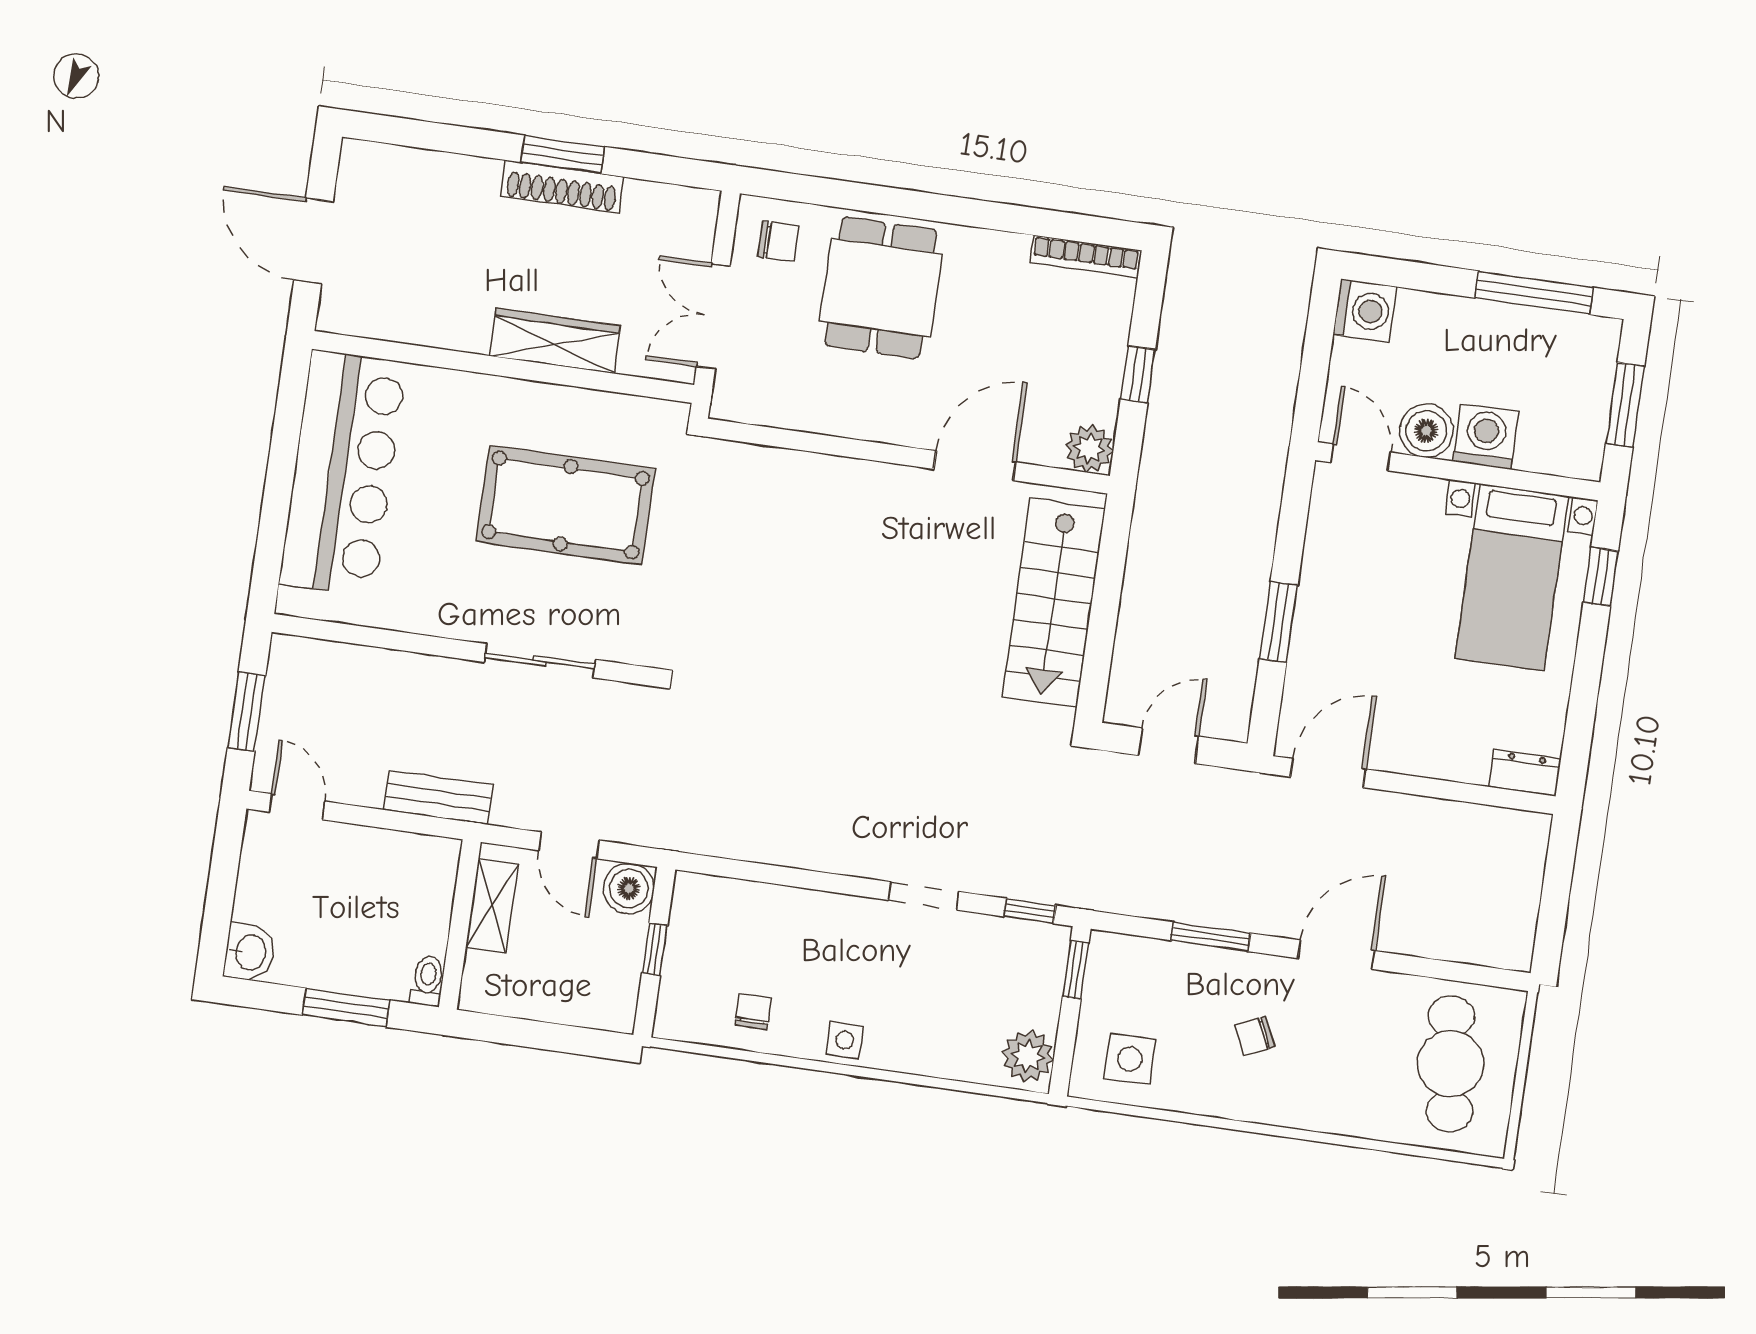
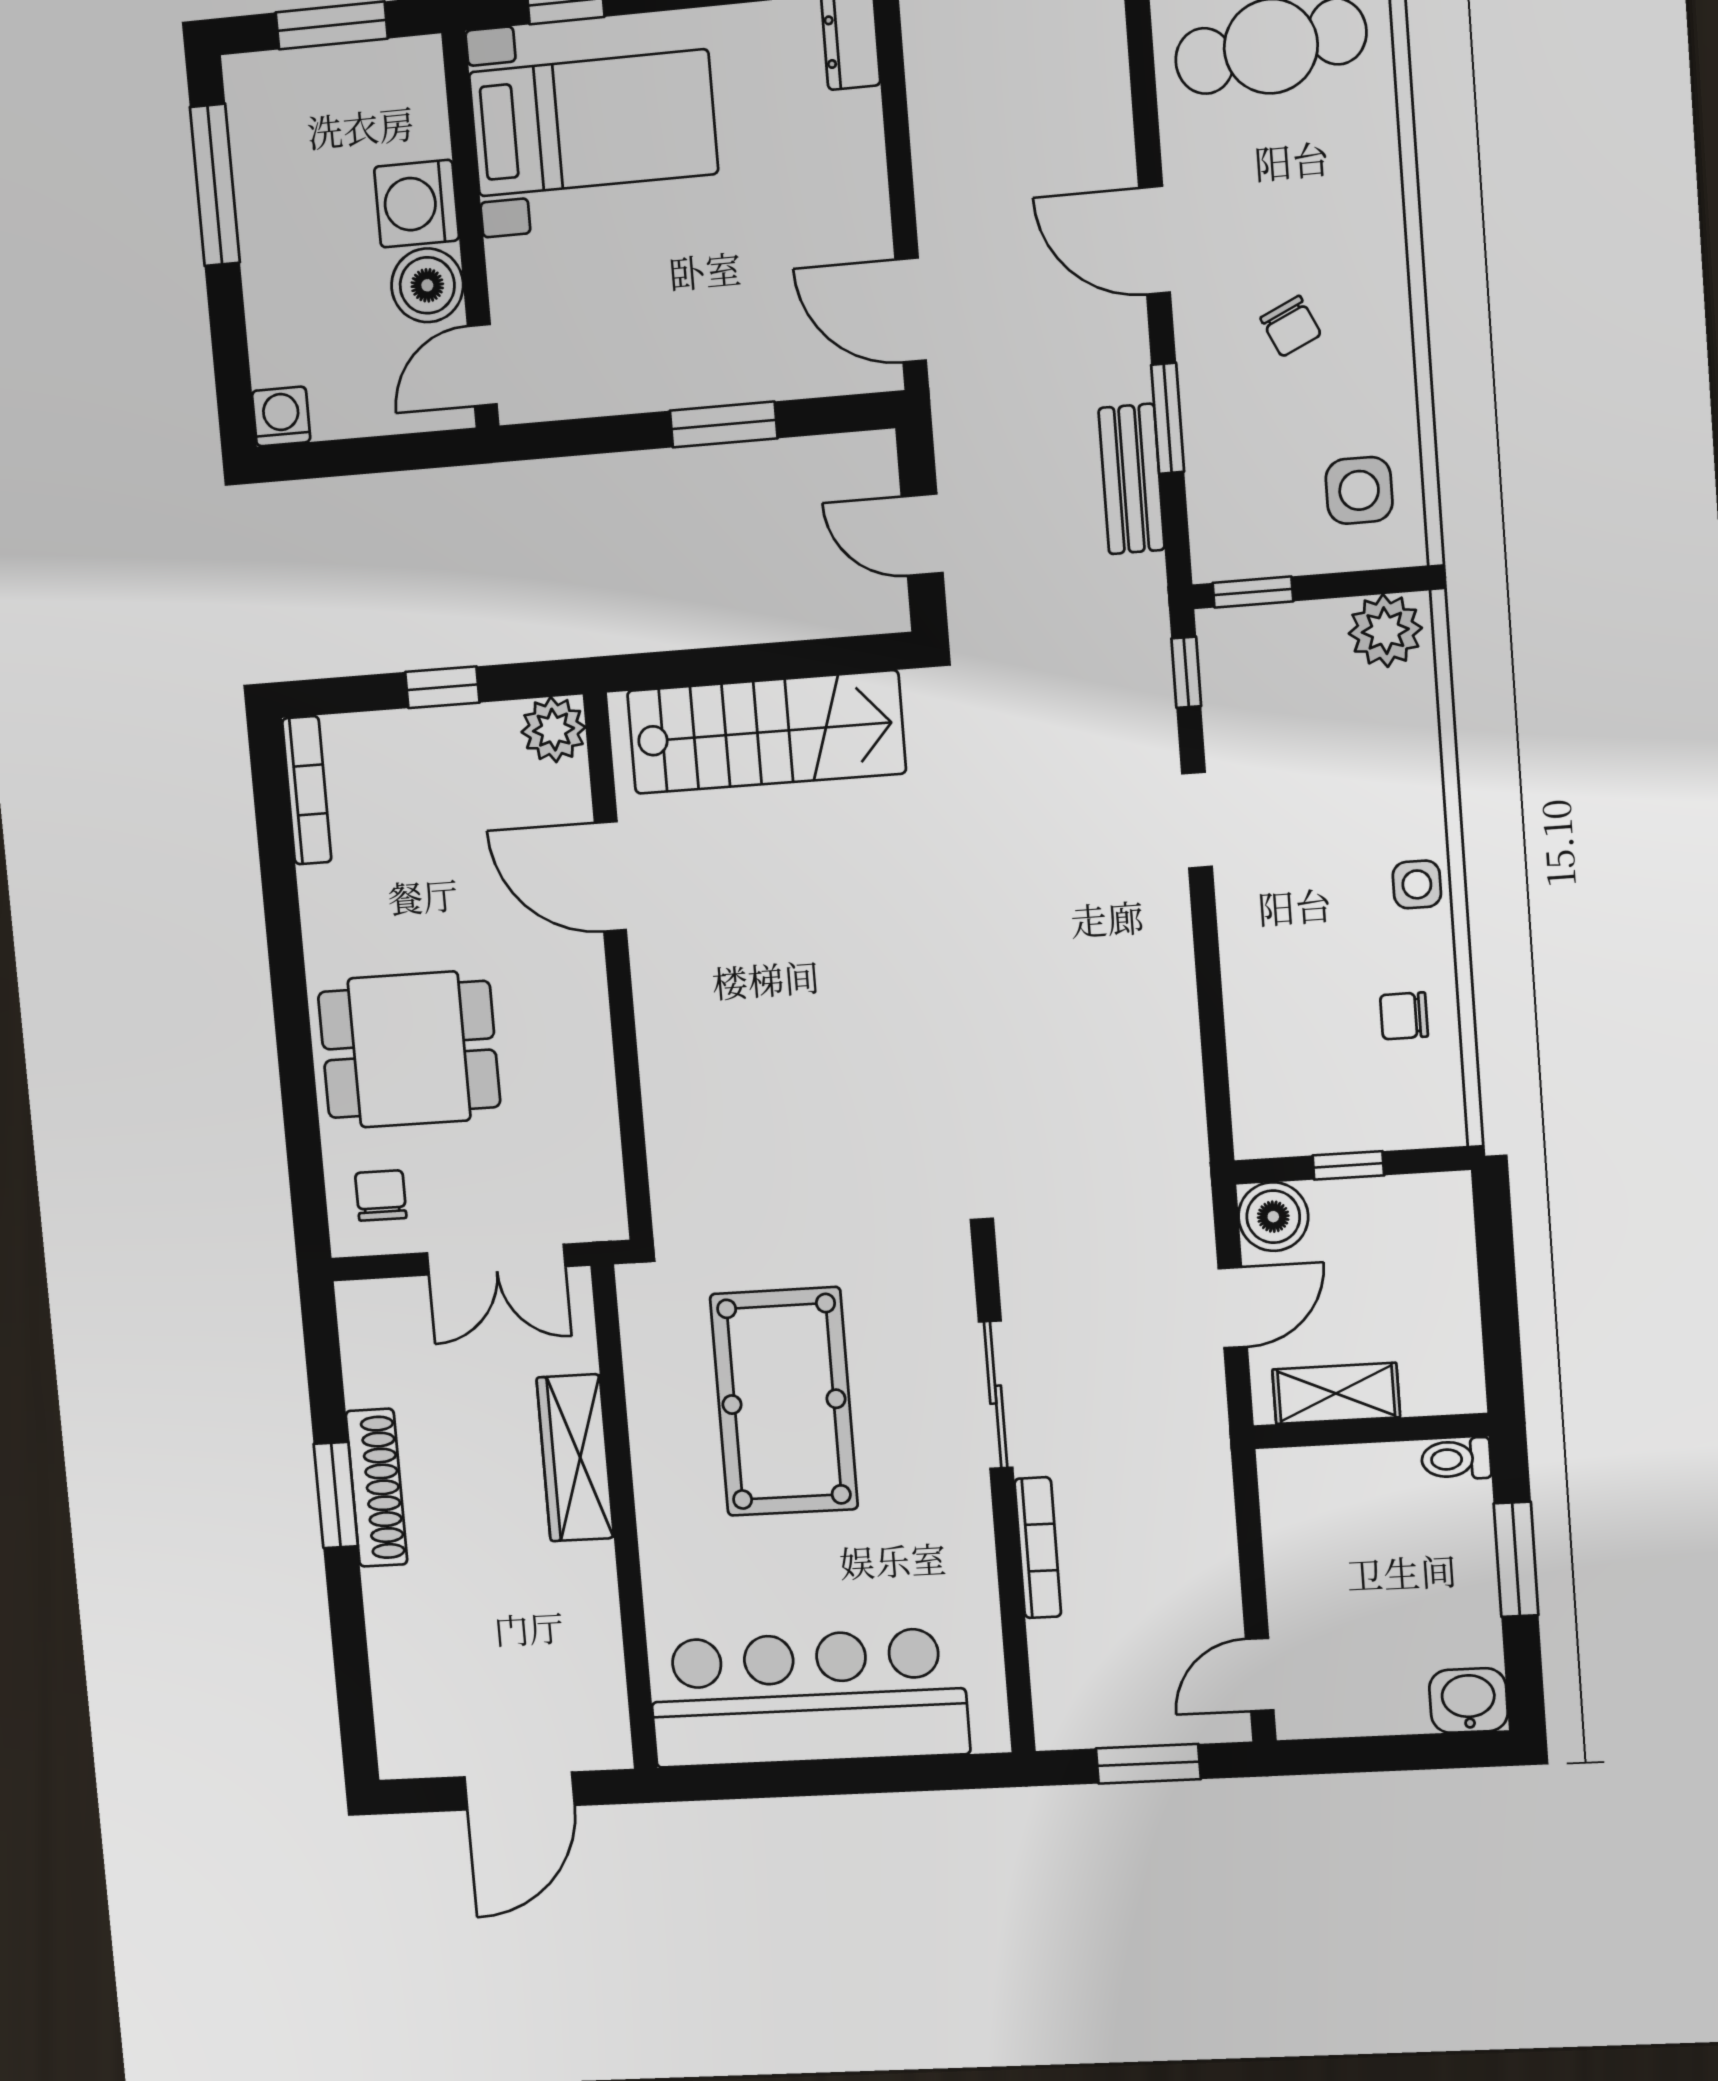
washing machine: (1365, 311) -> (281, 416), width x0.73, depth x0.73
bookcase: (422, 667) -> (1038, 1548), added
bench: (438, 798) -> (1132, 479), moved

